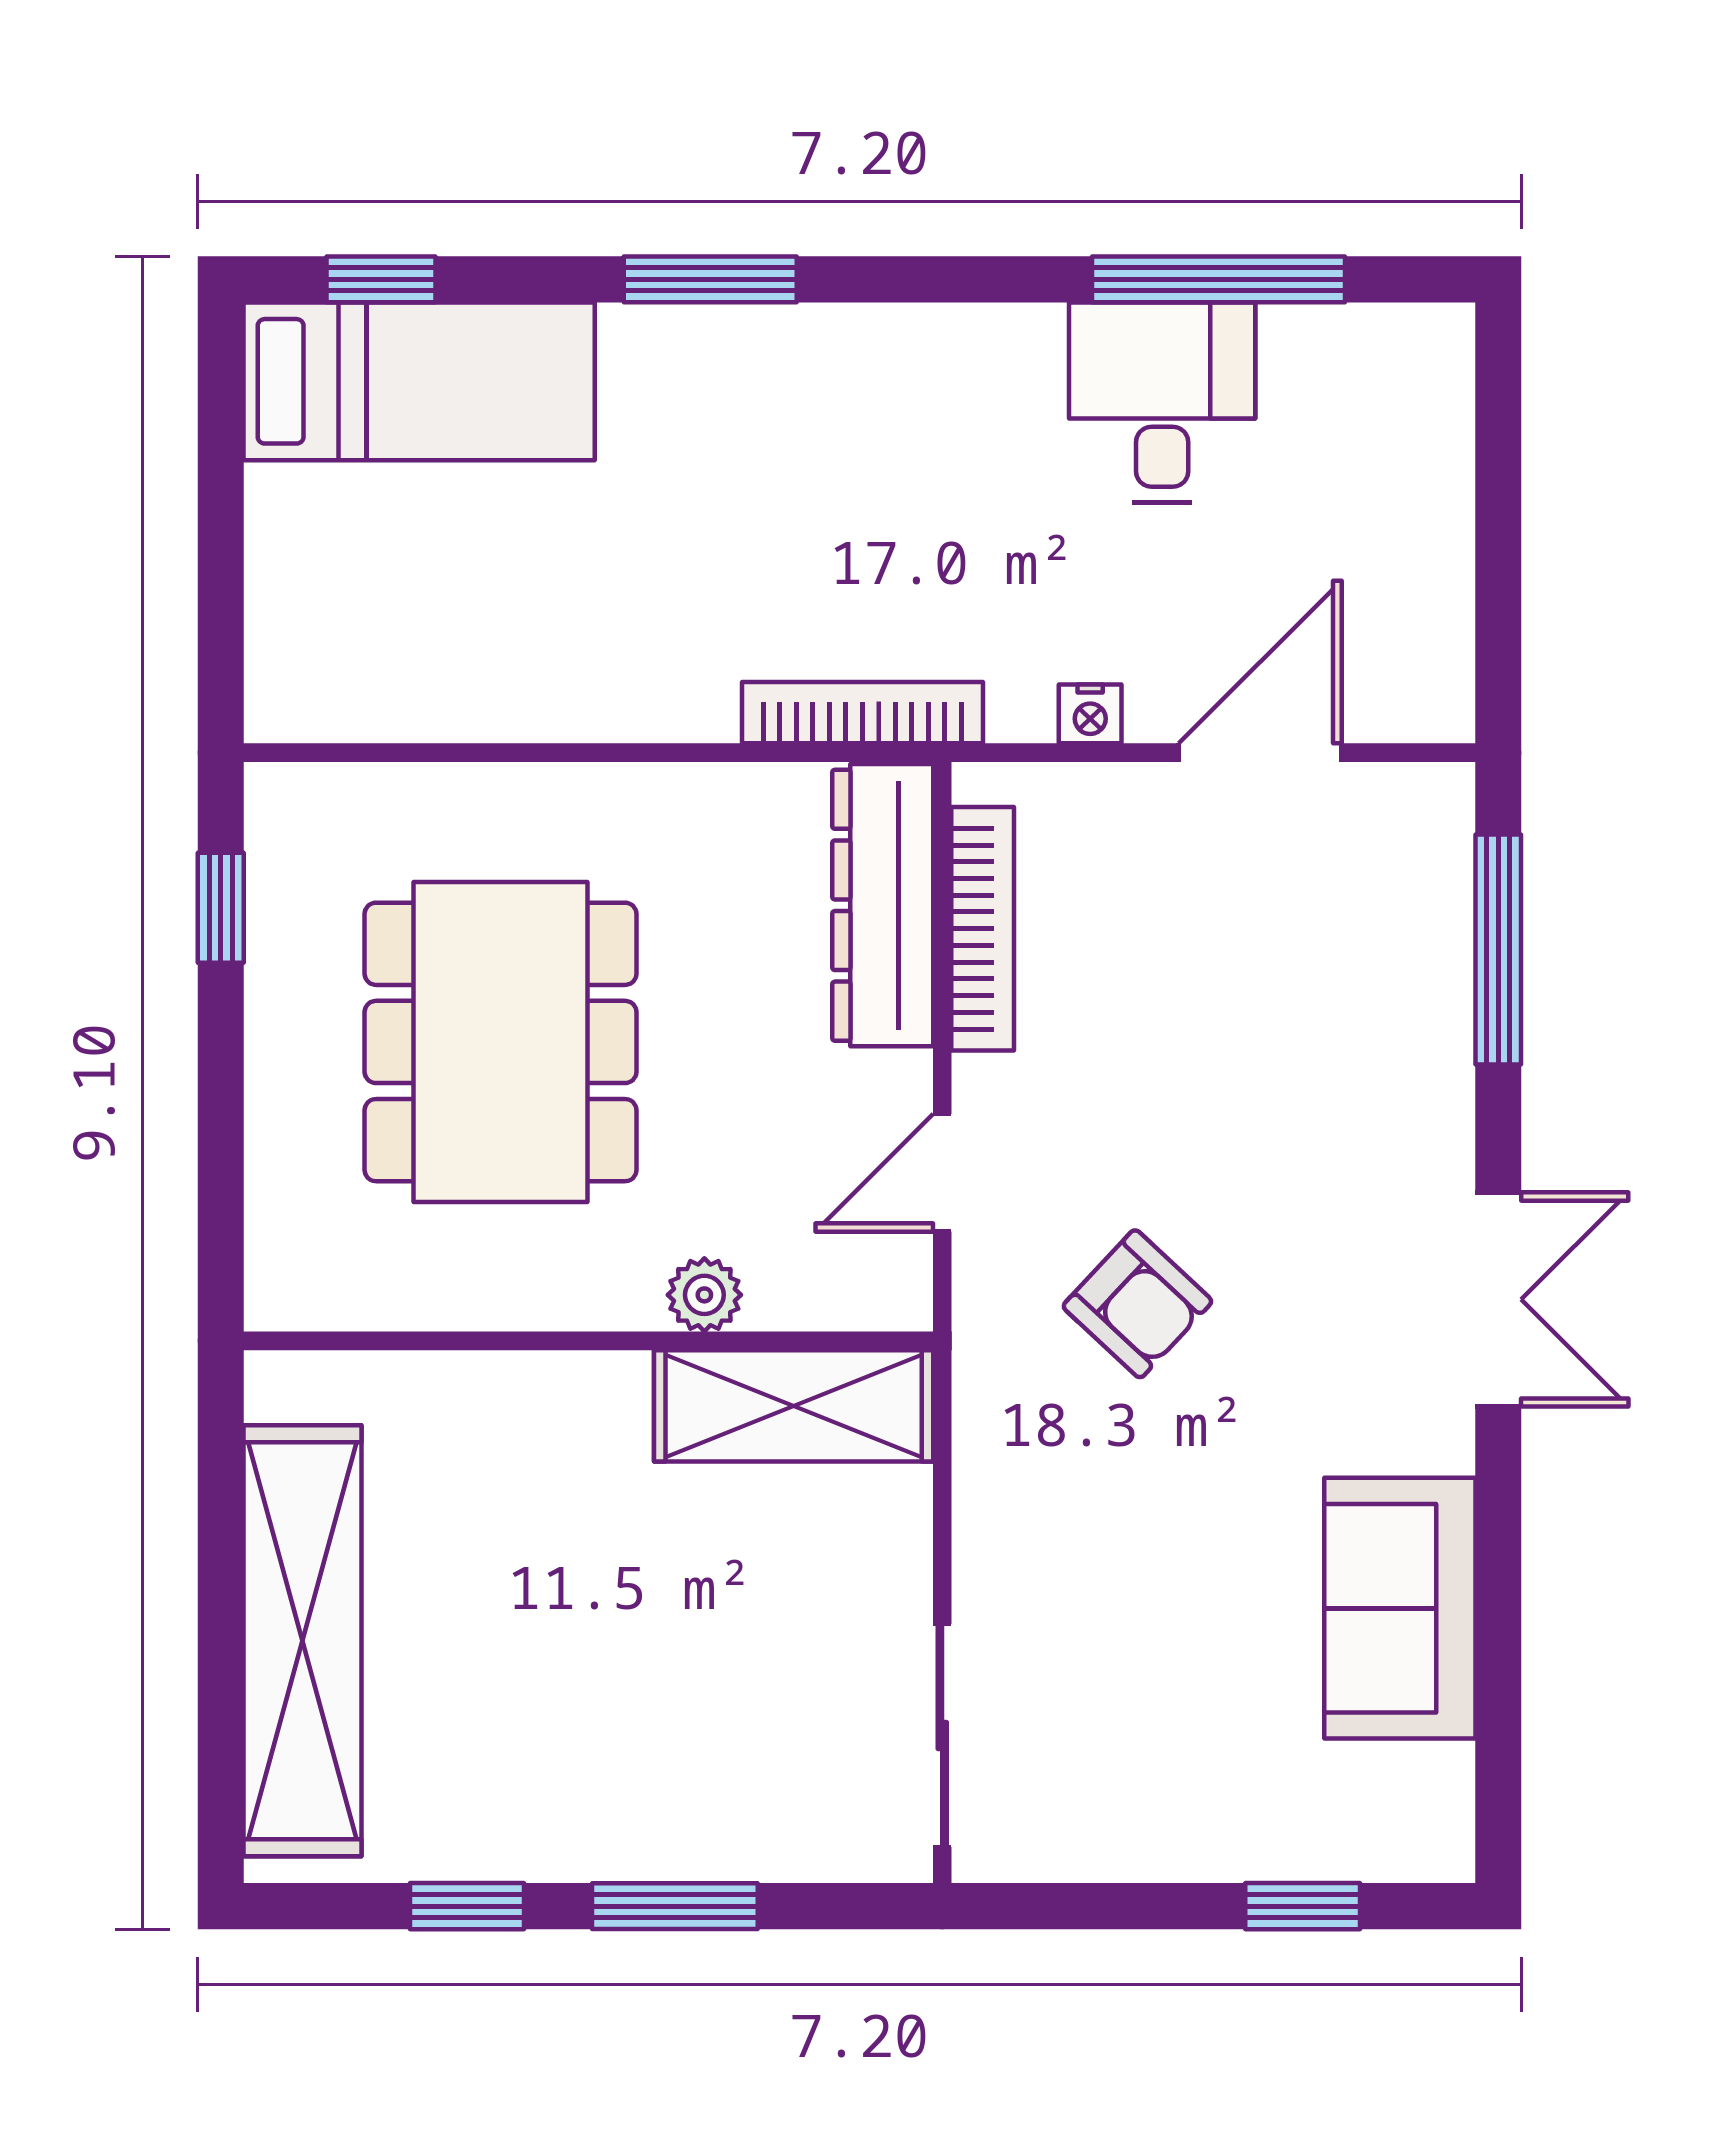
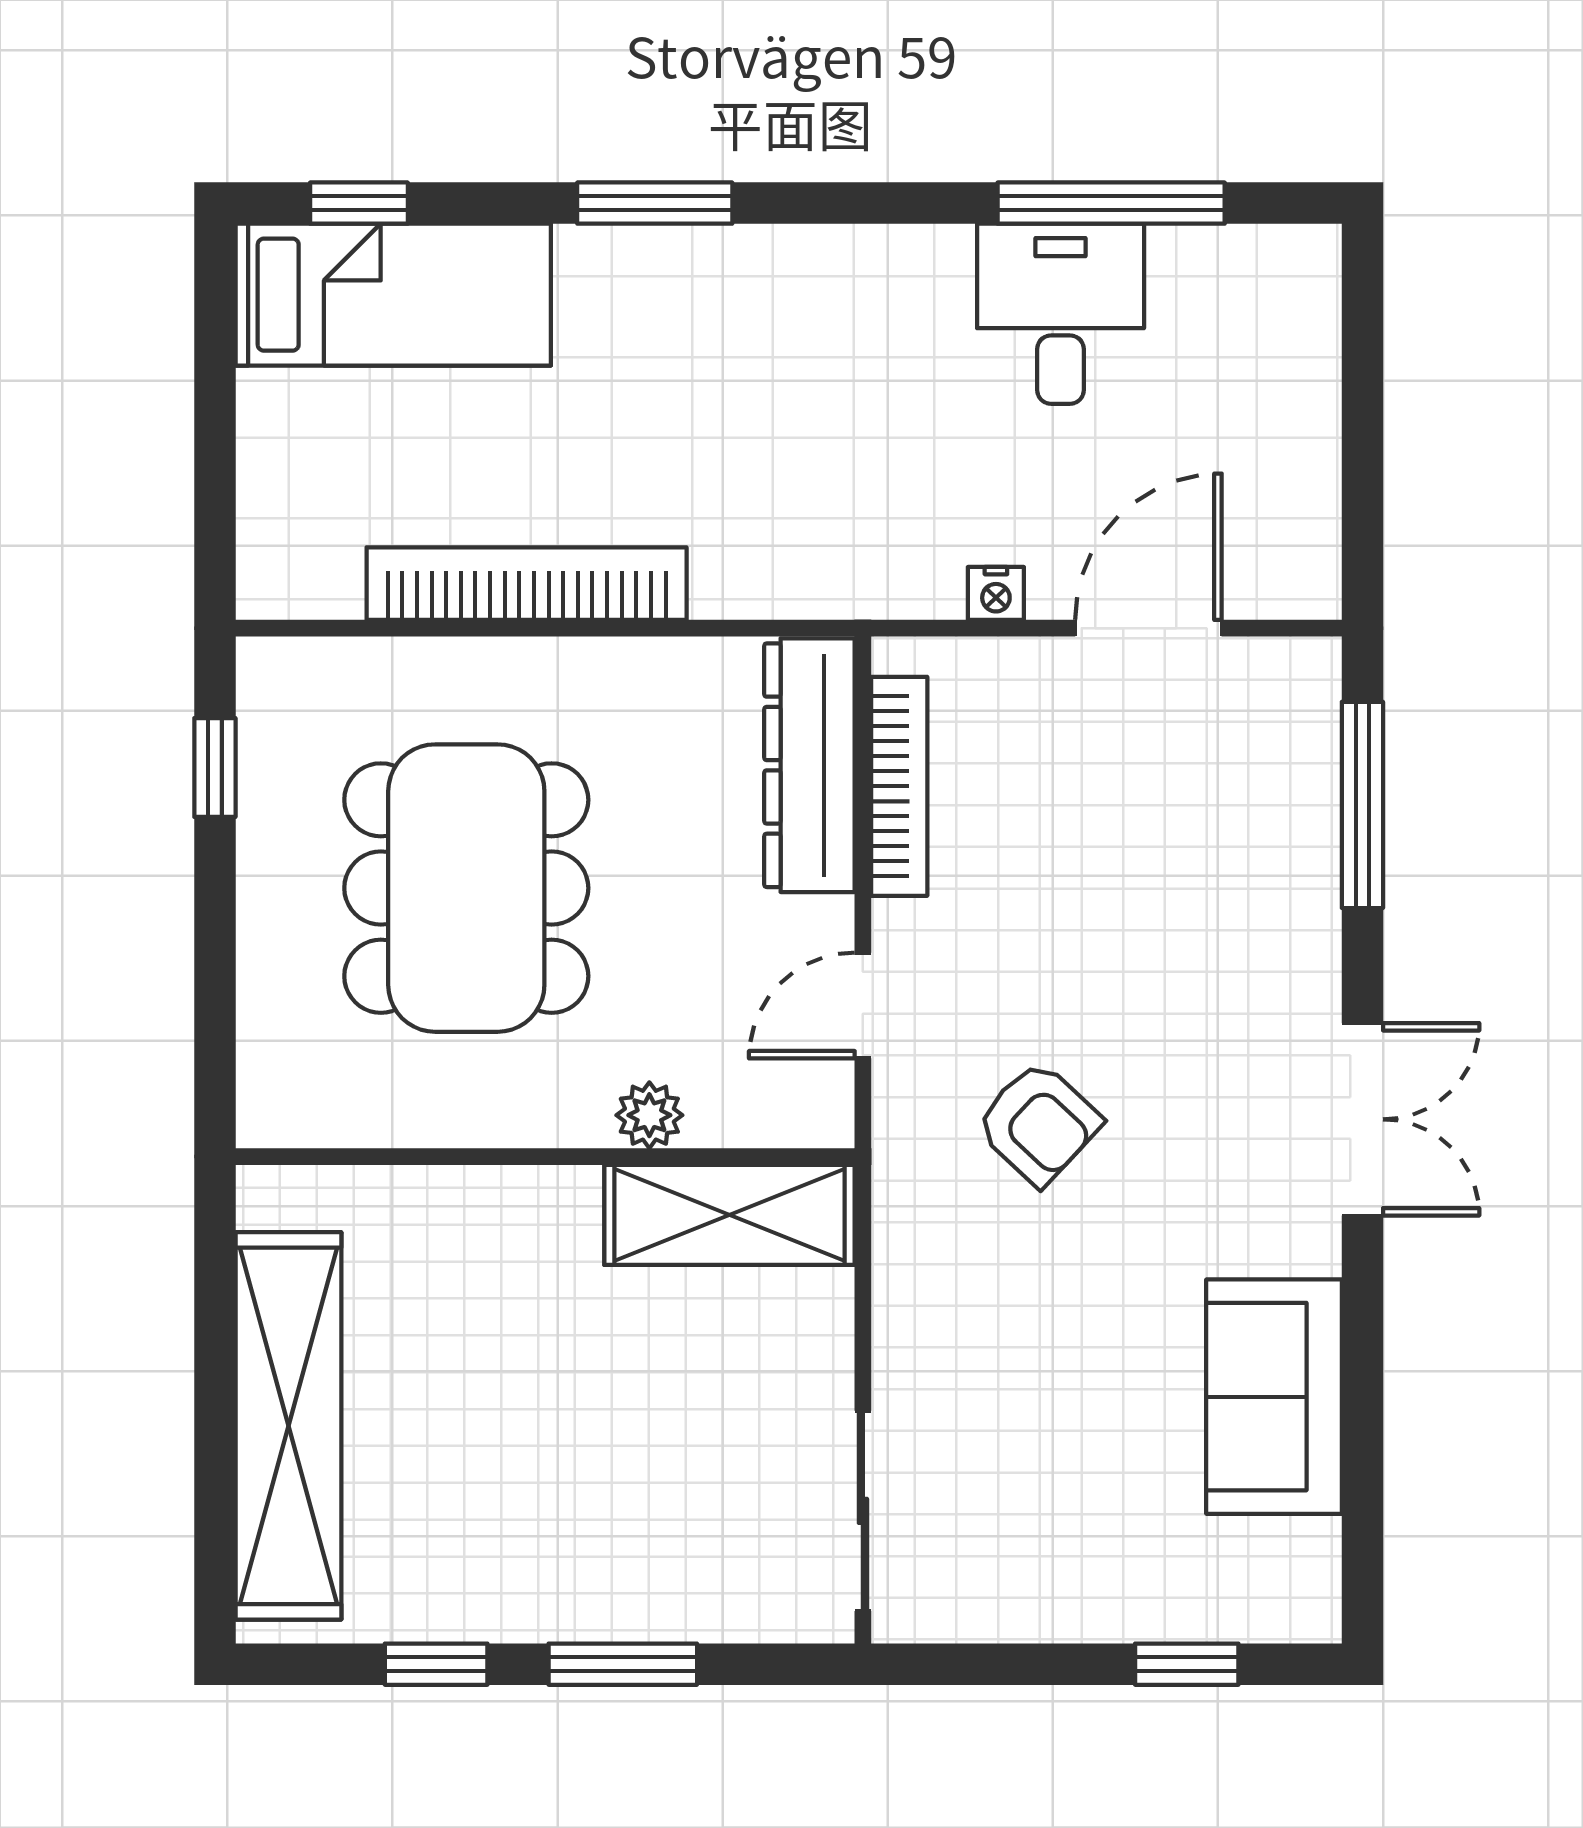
bookcase: (862, 713) -> (527, 584), moved, width x1.48, depth x1.31

